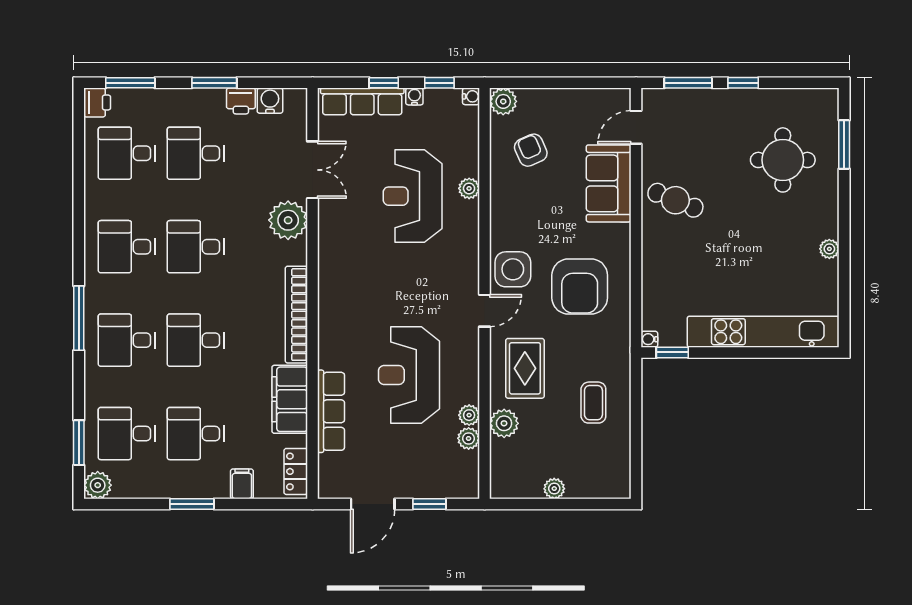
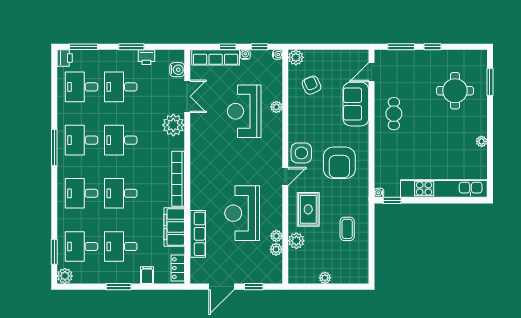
water cooler: (270, 101) -> (177, 70), moved, turned 90
cafe table: (675, 200) -> (394, 114), turned 68
window: (79, 318) -> (54, 147), moved

